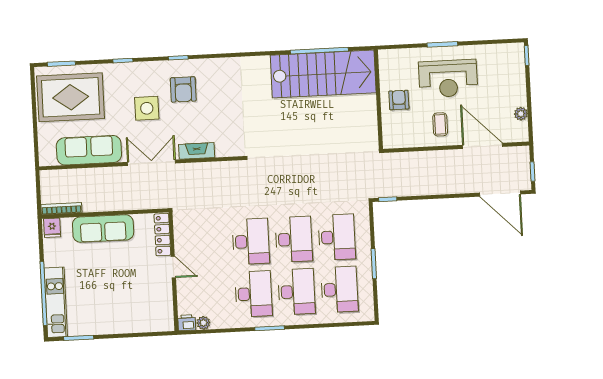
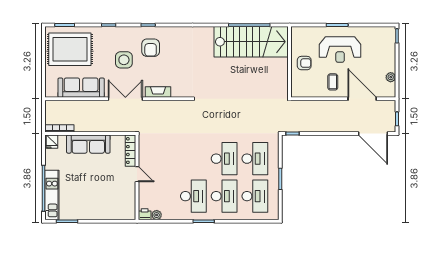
armchair: (399, 100) -> (304, 63), turned 90
desk: (251, 241) -> (193, 159), removed

